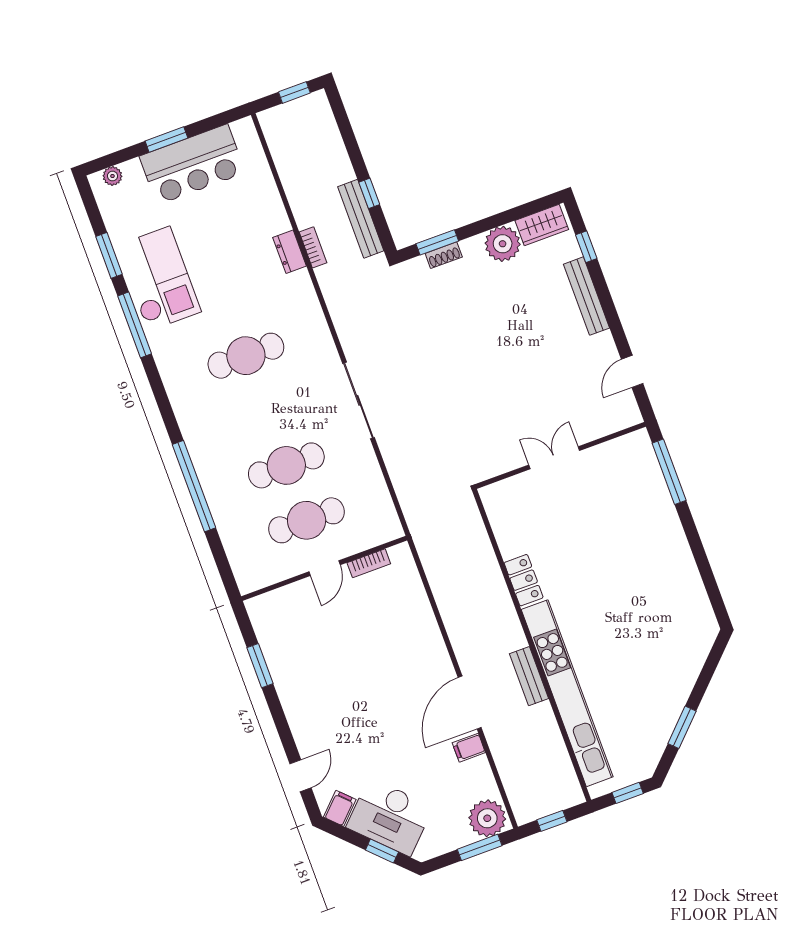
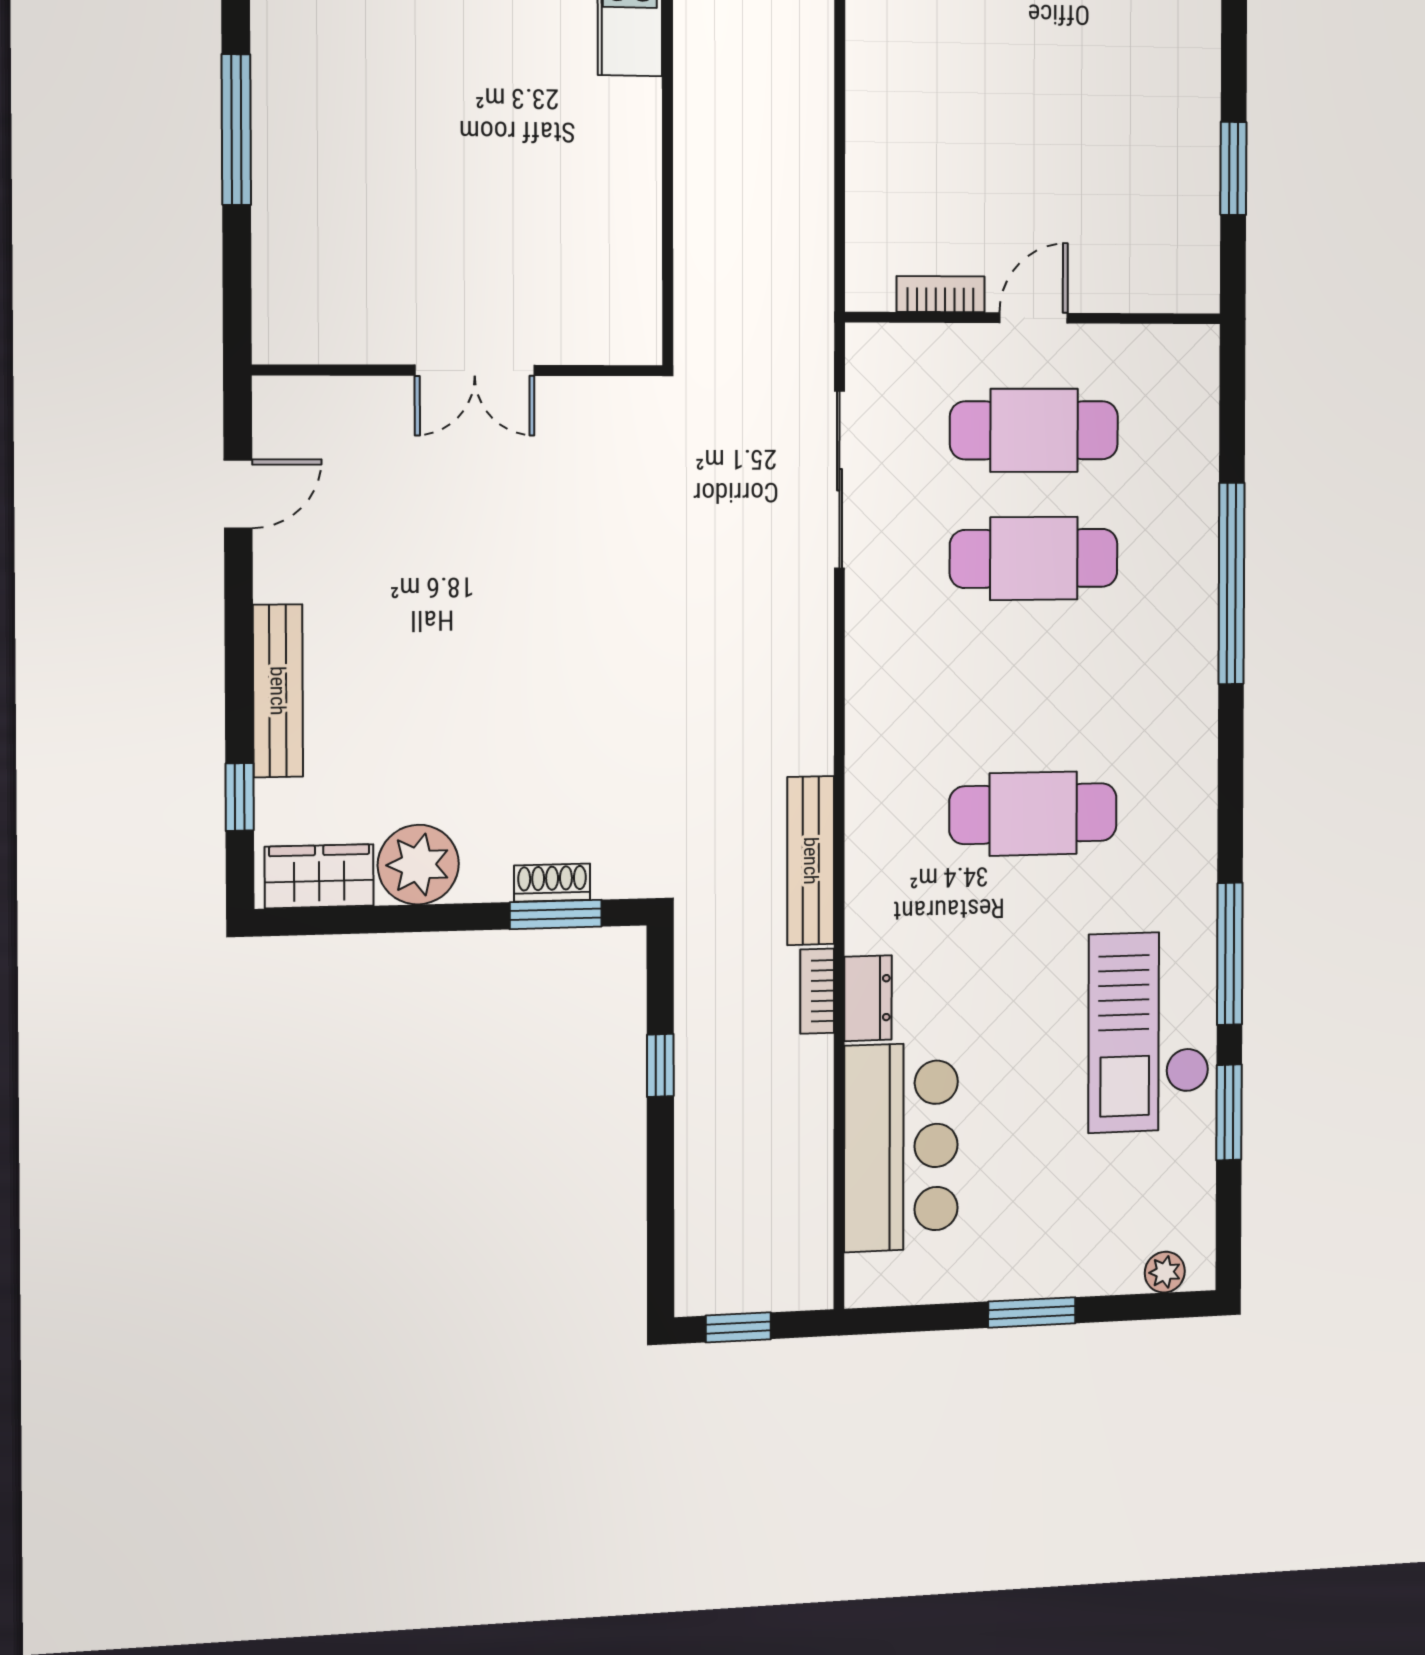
bar counter: (192, 164) -> (901, 1147), moved, turned 90
bench: (361, 219) -> (811, 861), moved
sliding door: (358, 400) -> (839, 480), moved
window: (669, 472) -> (236, 130), moved
locker: (524, 580) -> (634, 136), removed

